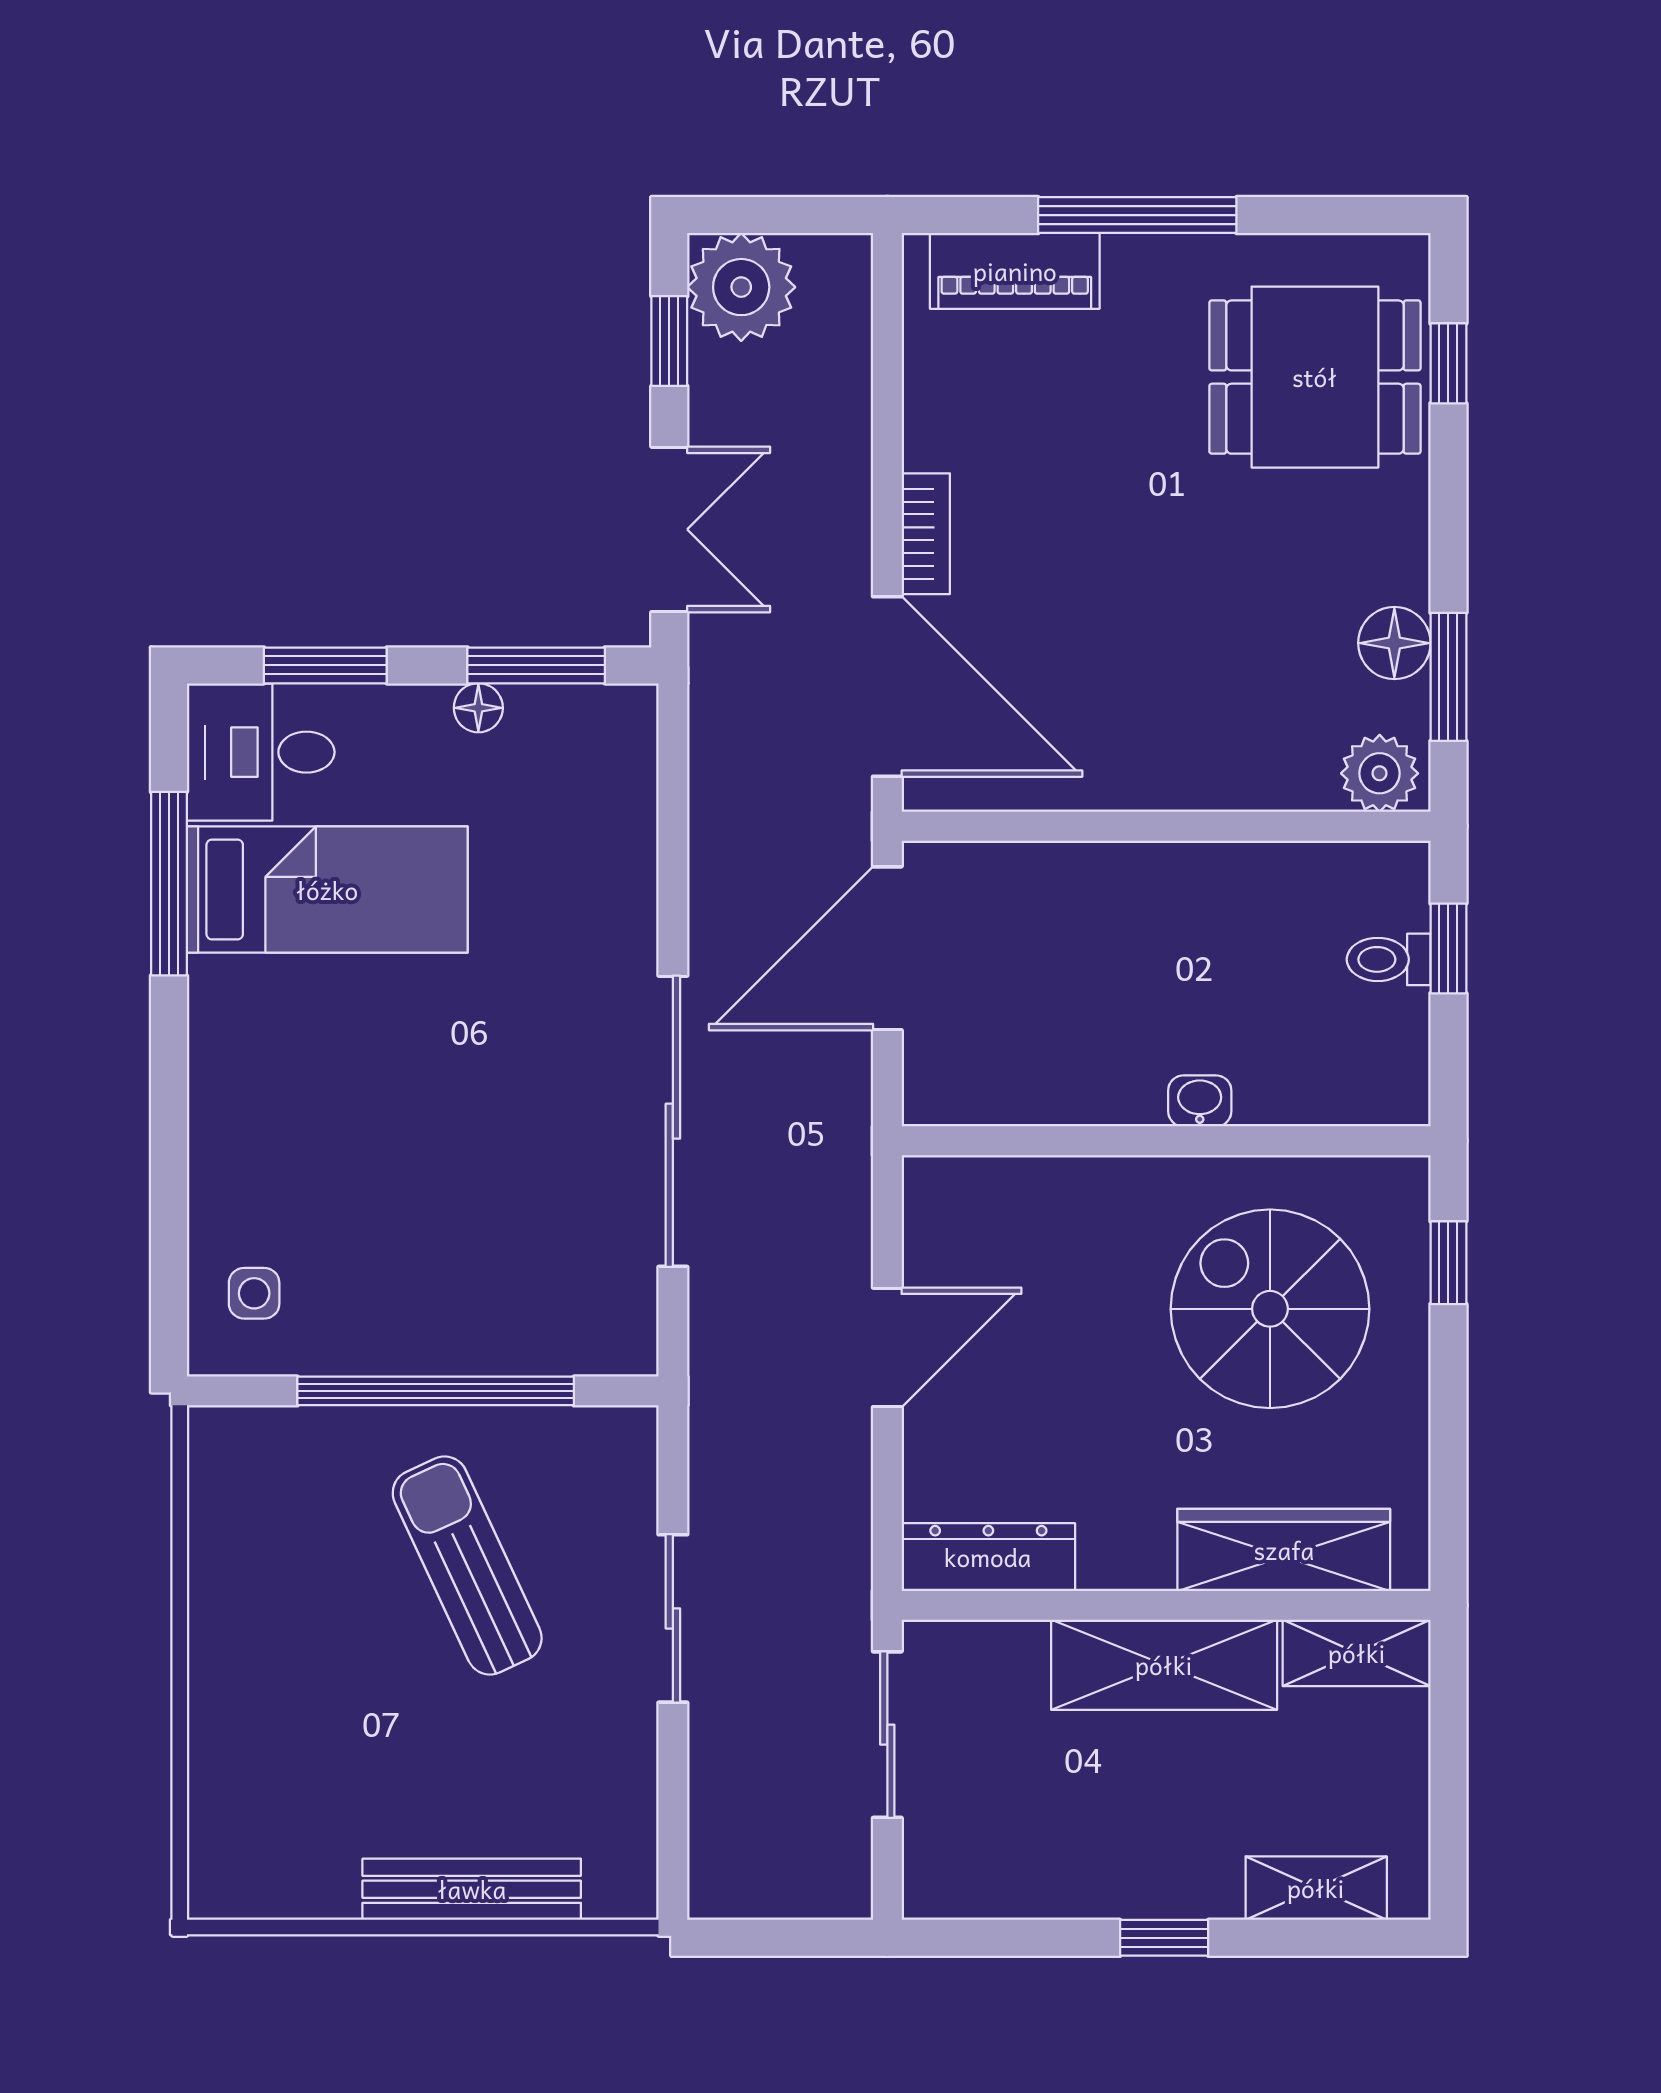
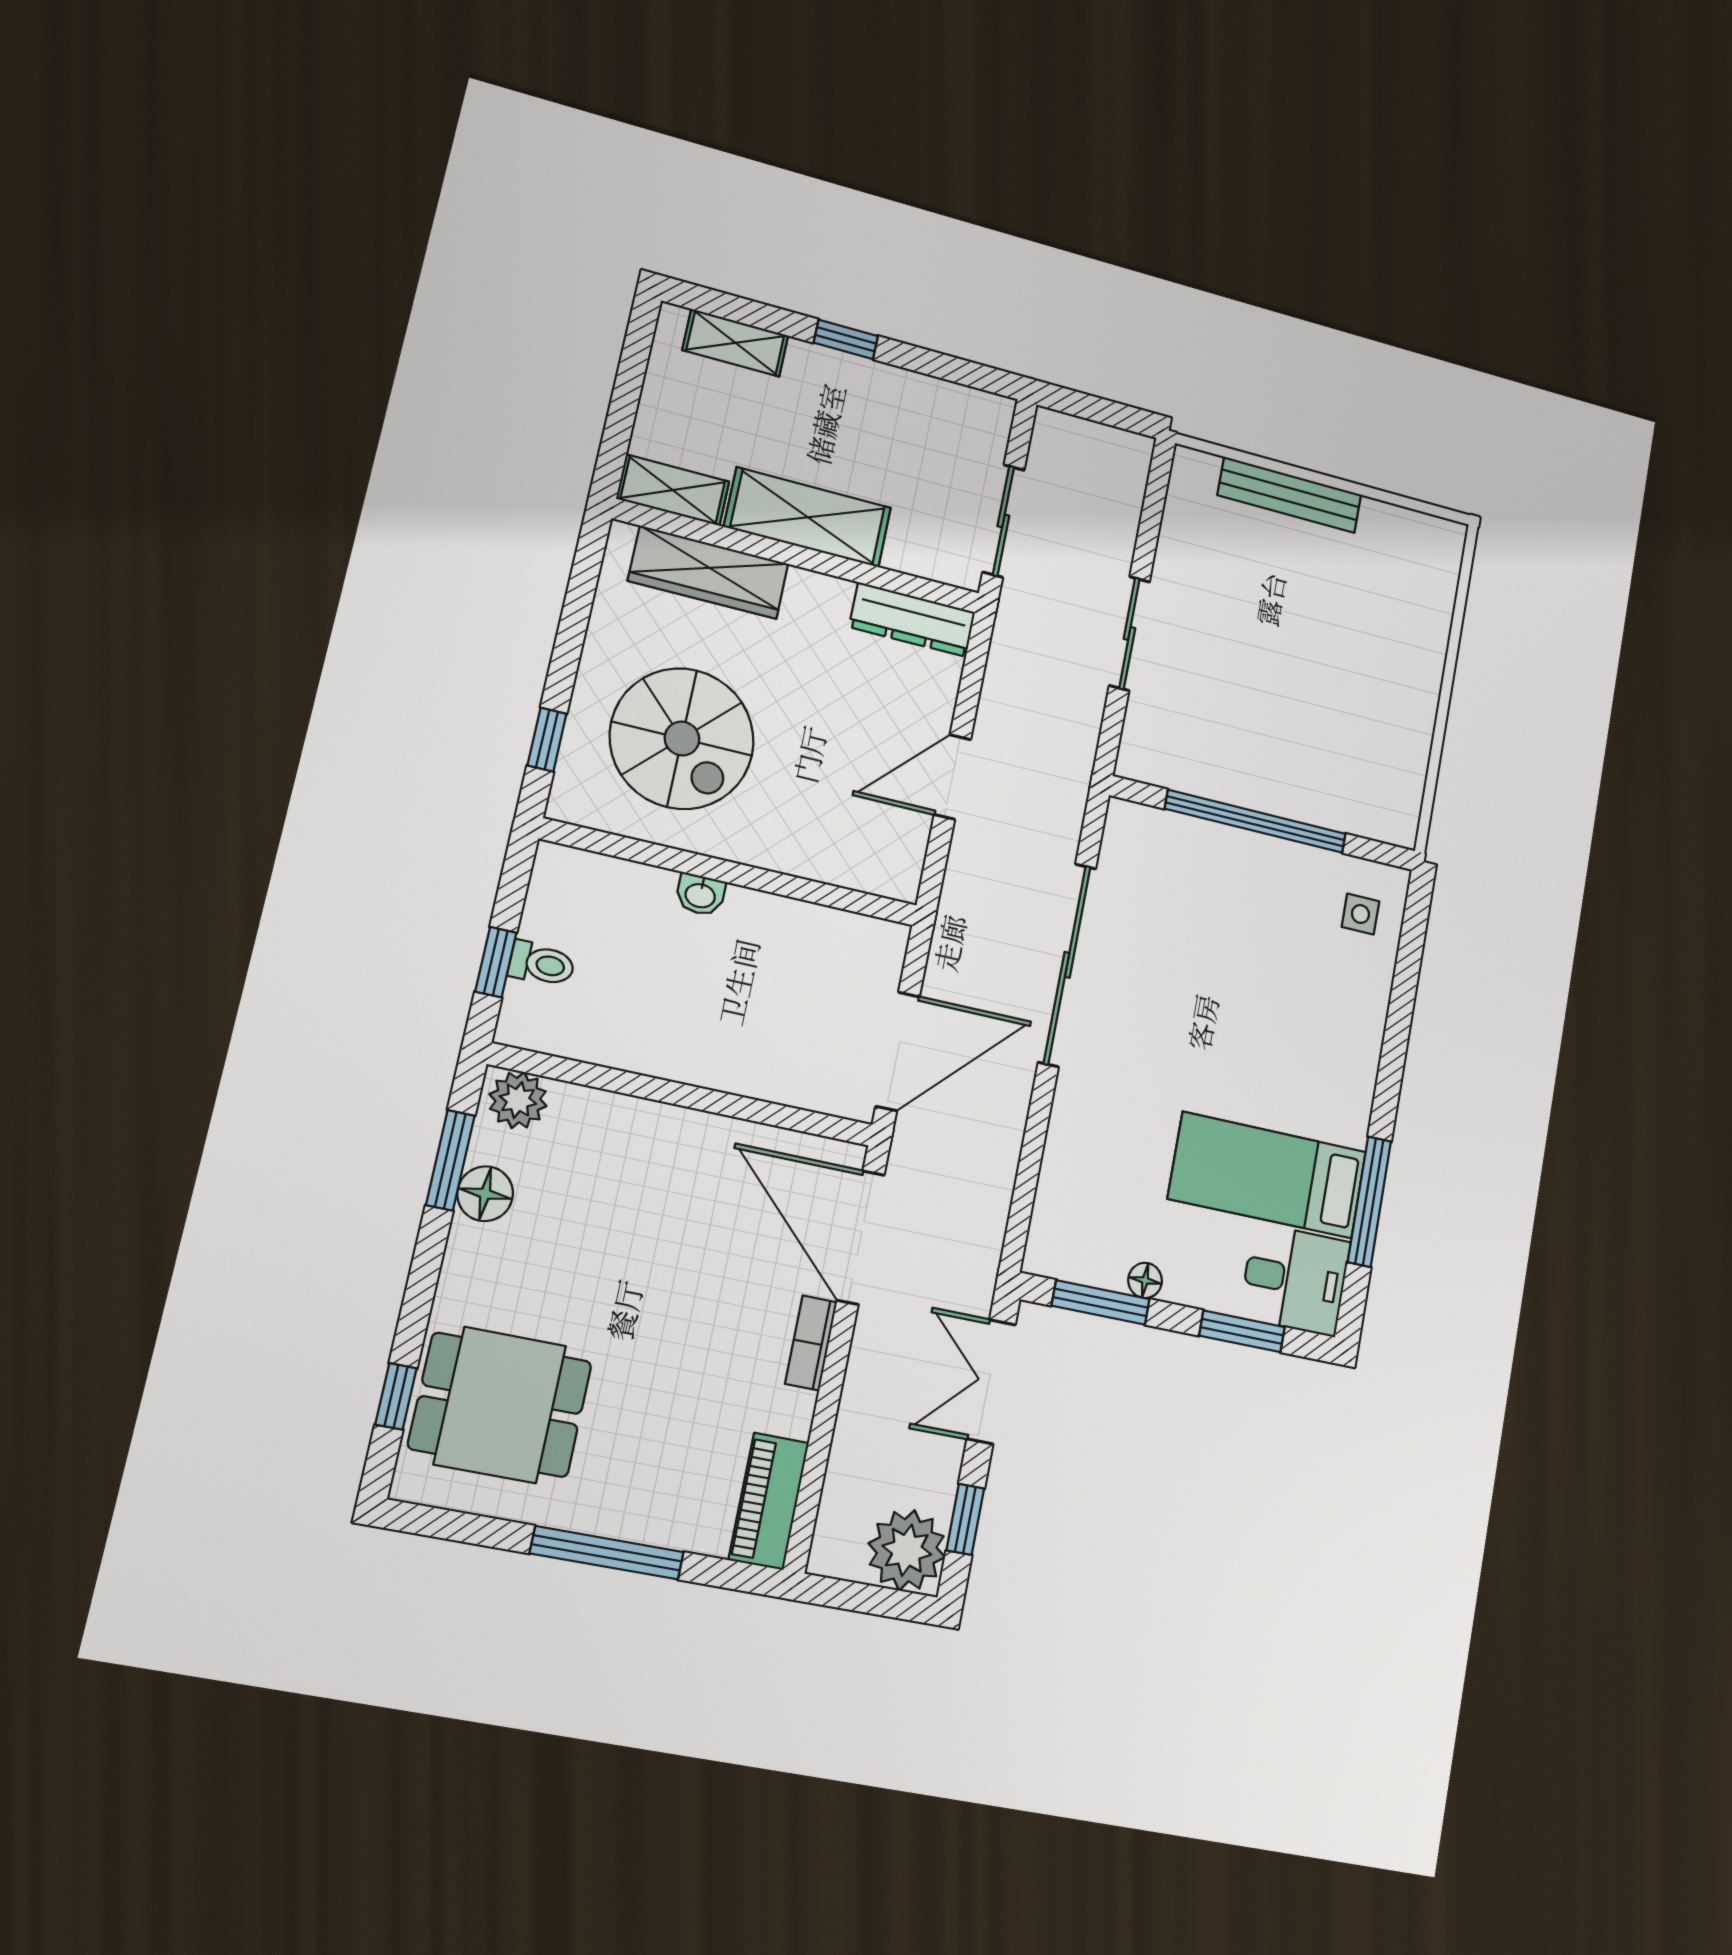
piano: (1015, 271) -> (769, 1501), moved, turned -90
sun lounger: (467, 1565) -> (1256, 702), removed

